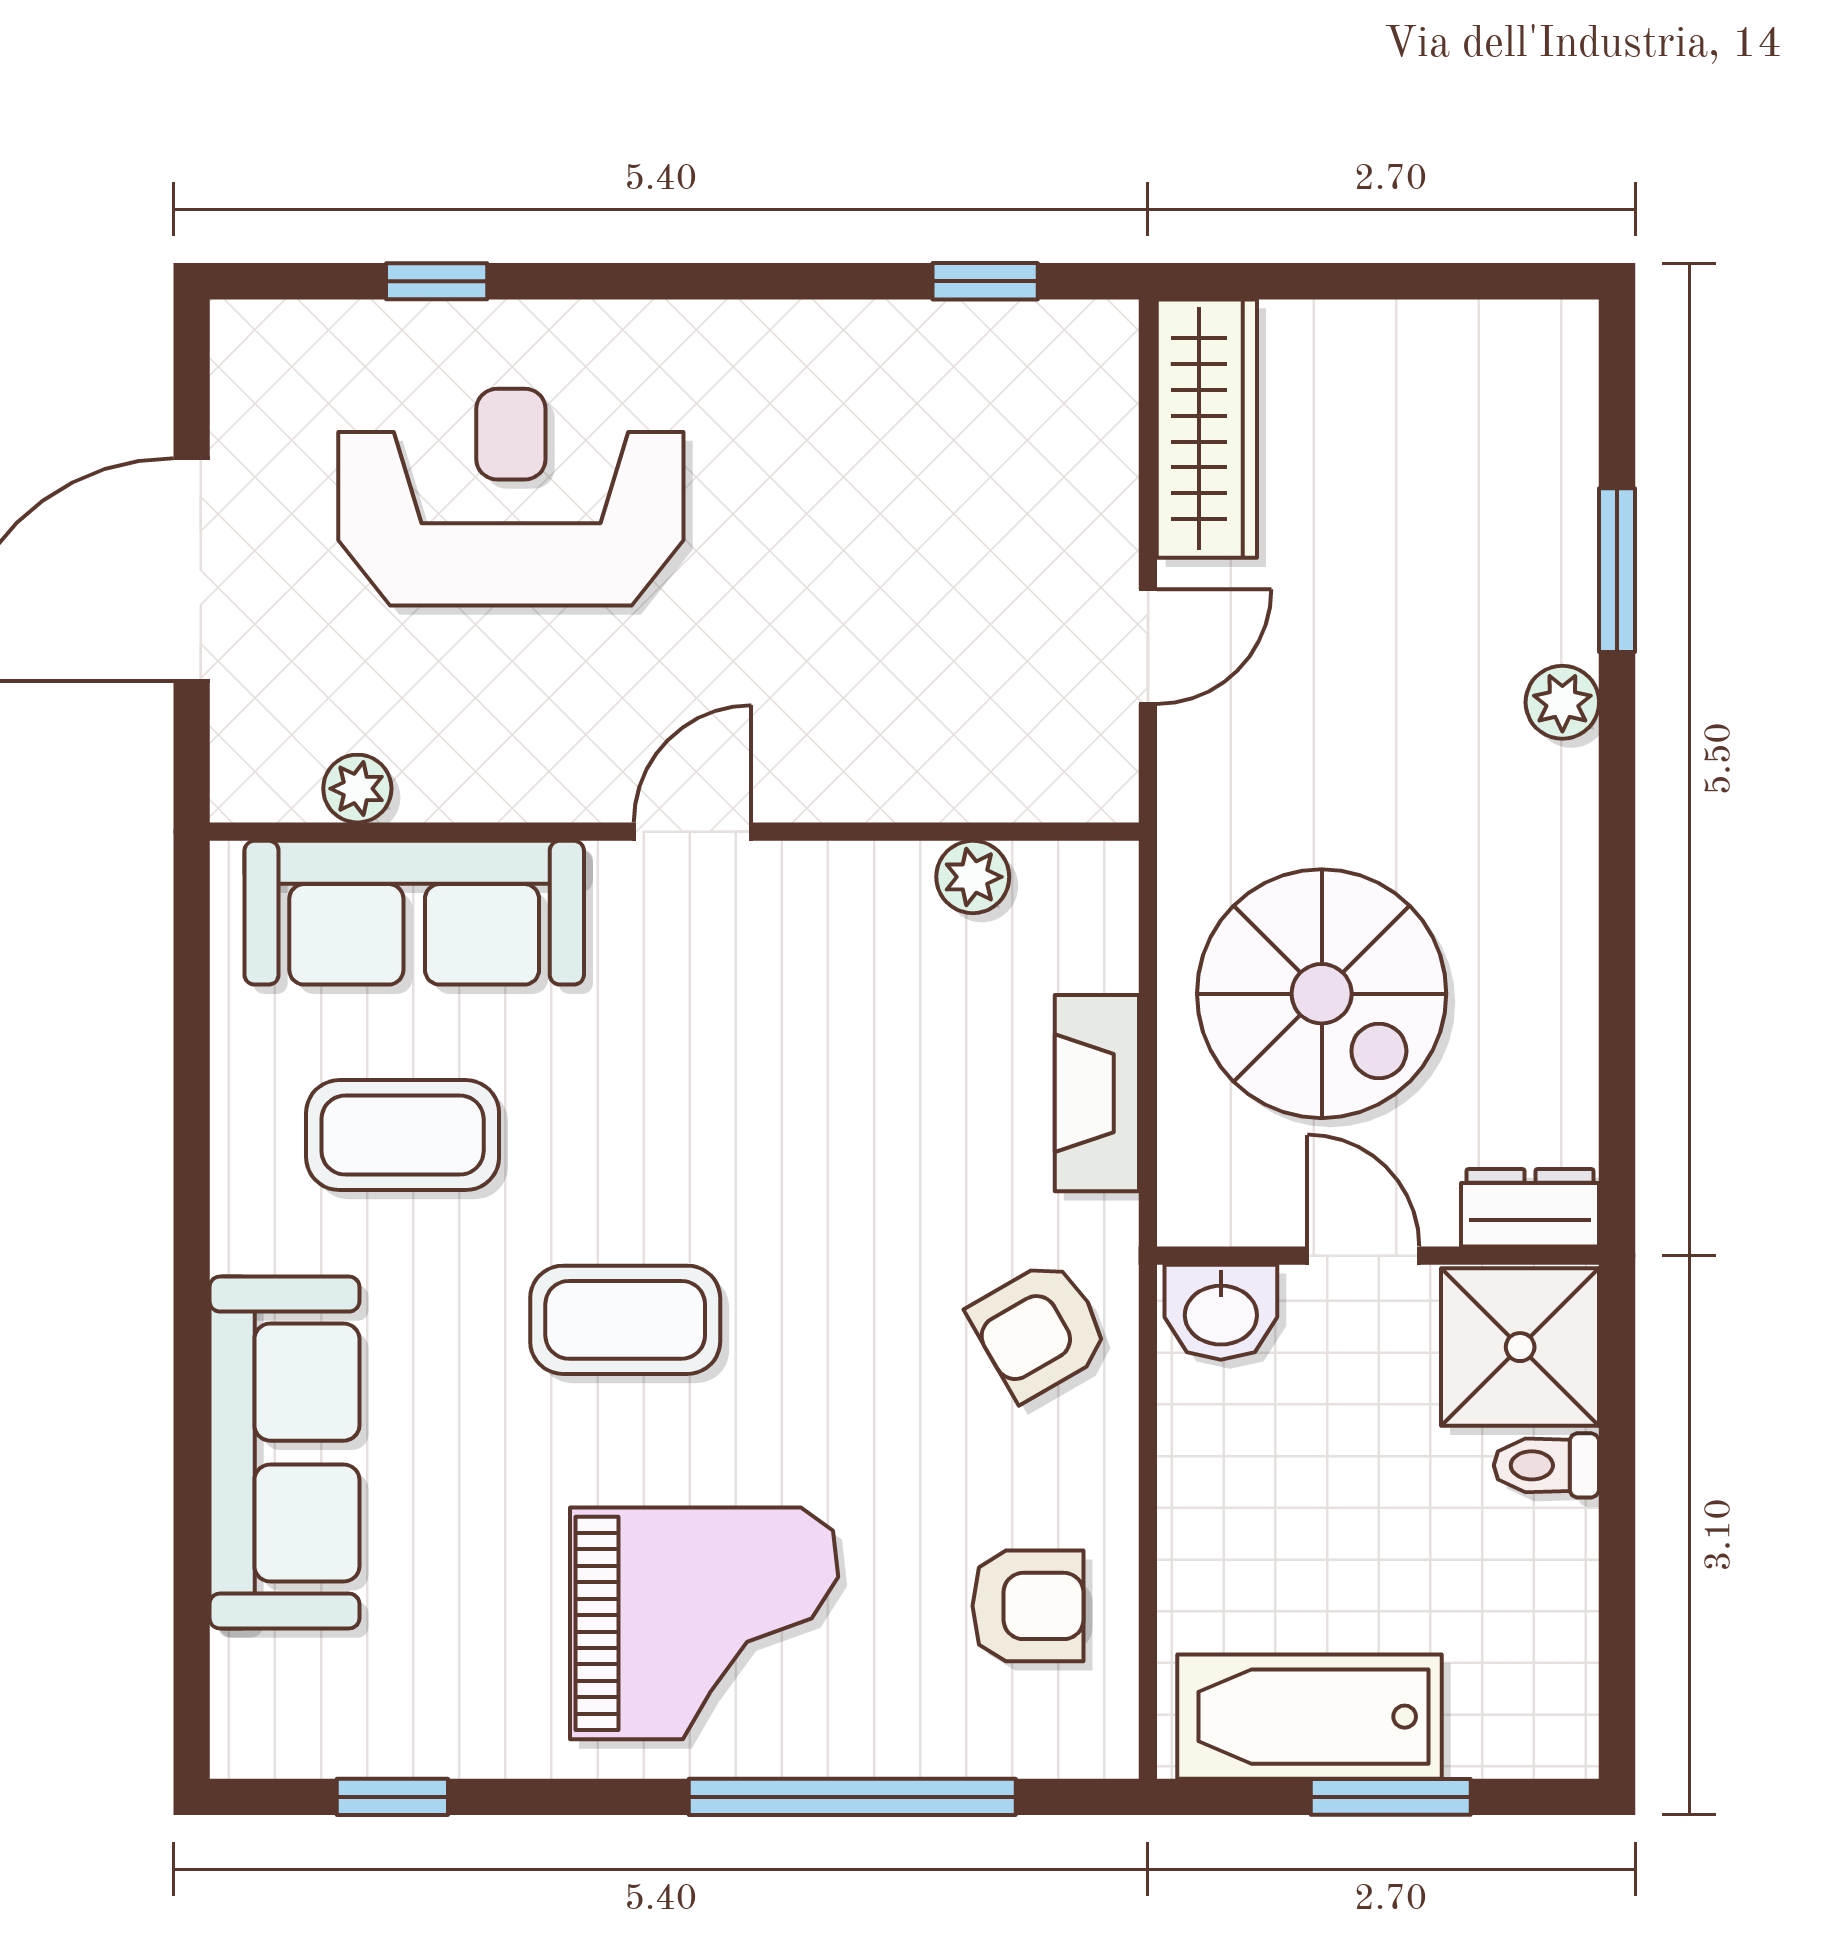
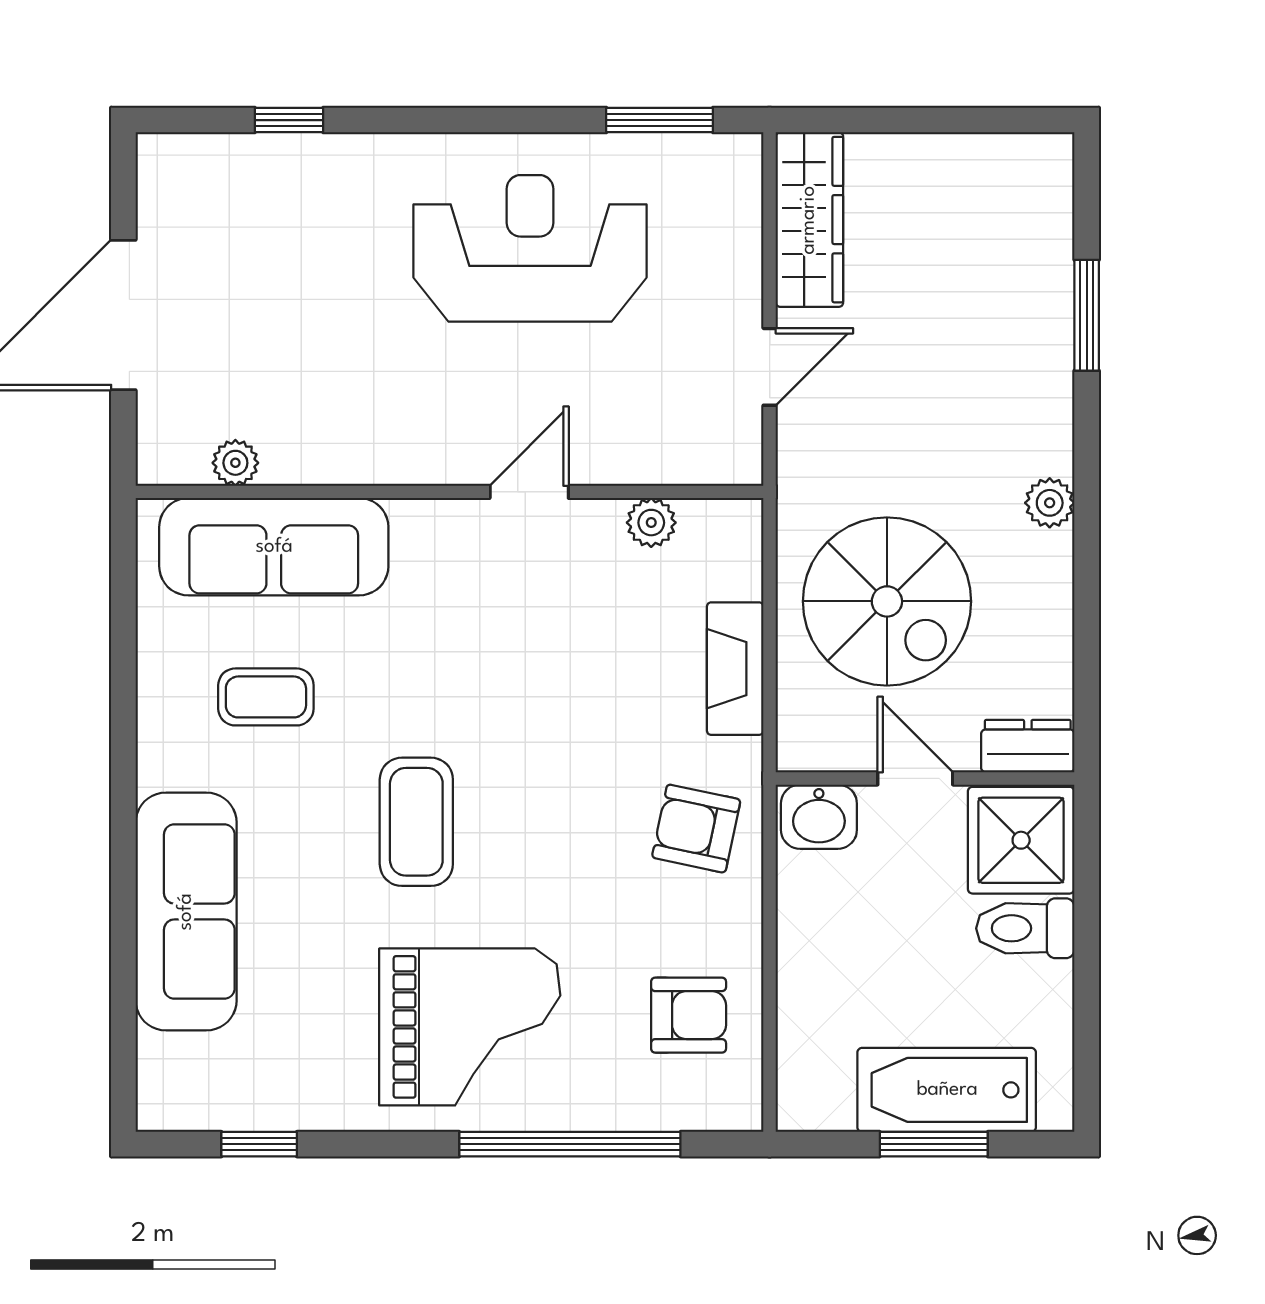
window: (985, 281) -> (660, 120), width x1.50
reception desk: (511, 497) -> (530, 248), moved
plant: (1562, 702) -> (1050, 503), moved
door: (693, 832) -> (529, 492), moved
coffee table: (403, 1135) -> (266, 697), width x0.73, depth x0.77
coffee table: (625, 1320) -> (416, 822), turned 90
armchair: (1039, 1330) -> (696, 829), turned 42
toilet: (1546, 1465) -> (1025, 928), width x1.37, depth x1.39
bathtub: (1310, 1717) -> (947, 1090), moved

